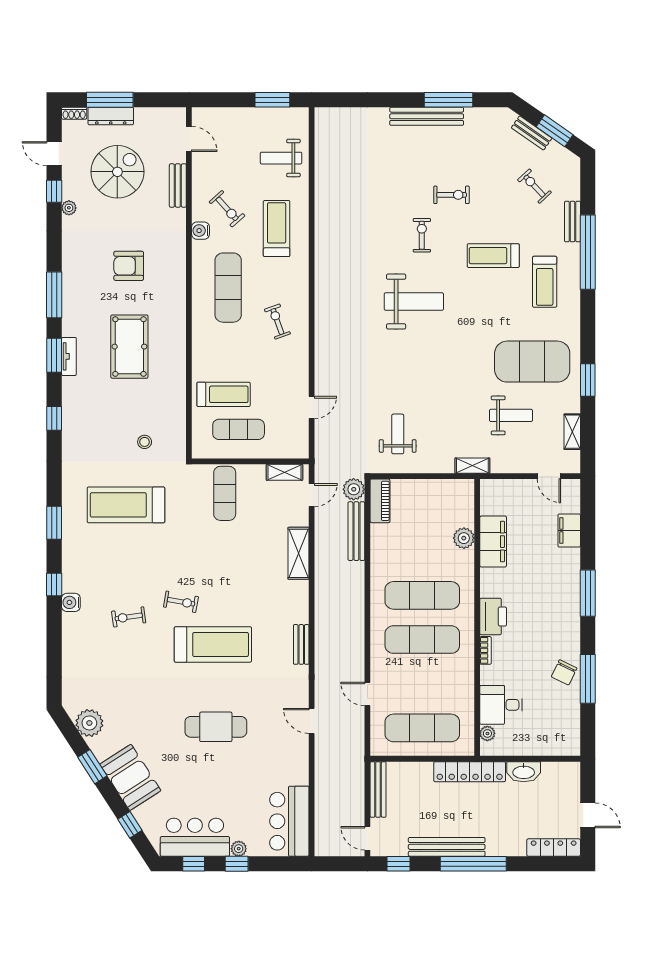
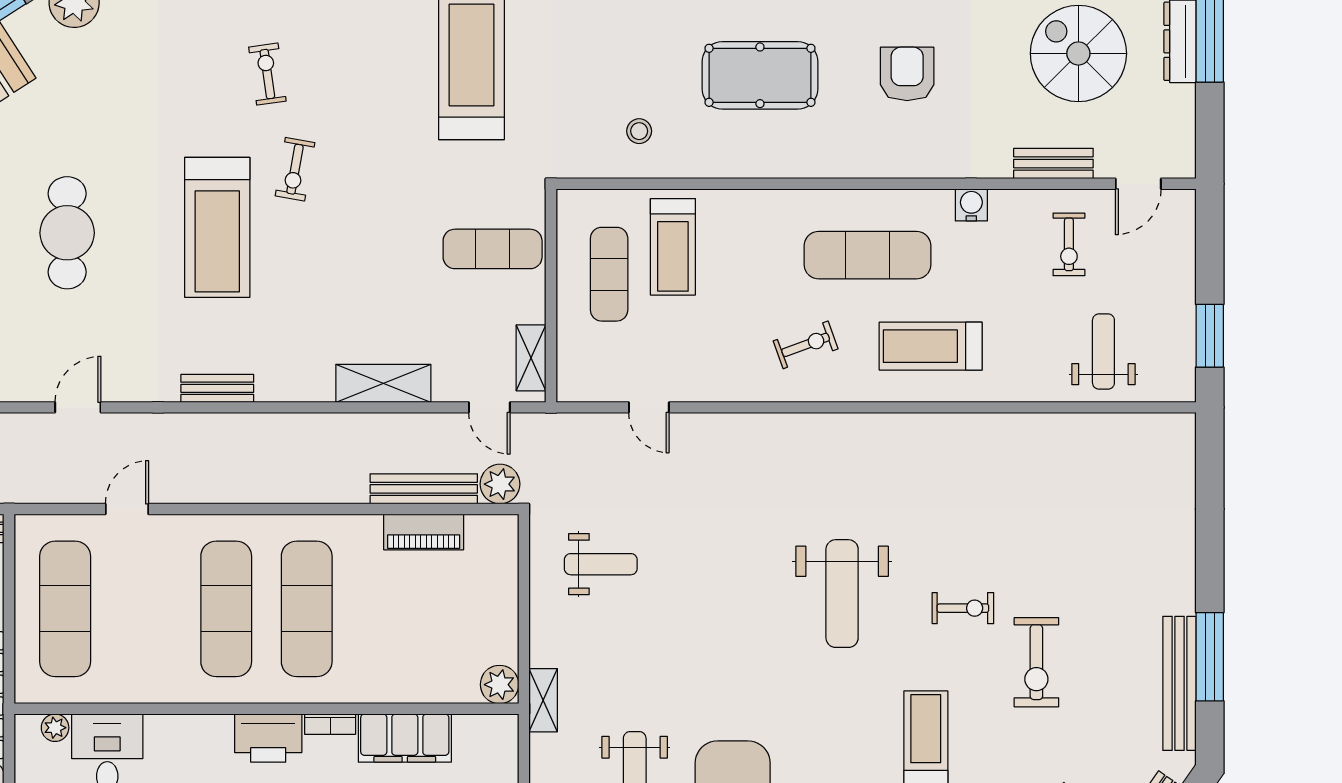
bench: (427, 116) -> (1180, 683), moved
spiral stairs: (117, 172) -> (1078, 53), turned 180
exercise bike: (452, 195) -> (1036, 662), width x1.38, depth x1.39
exercise bike: (227, 209) -> (1069, 244), moved, turned -48
treadmill: (277, 229) -> (931, 346), moved, turned 180
stool: (145, 442) -> (639, 131), moved
piano: (380, 501) -> (424, 532), moved
plant: (464, 538) -> (500, 685), moved
bookcase: (486, 650) -> (330, 724), moved

